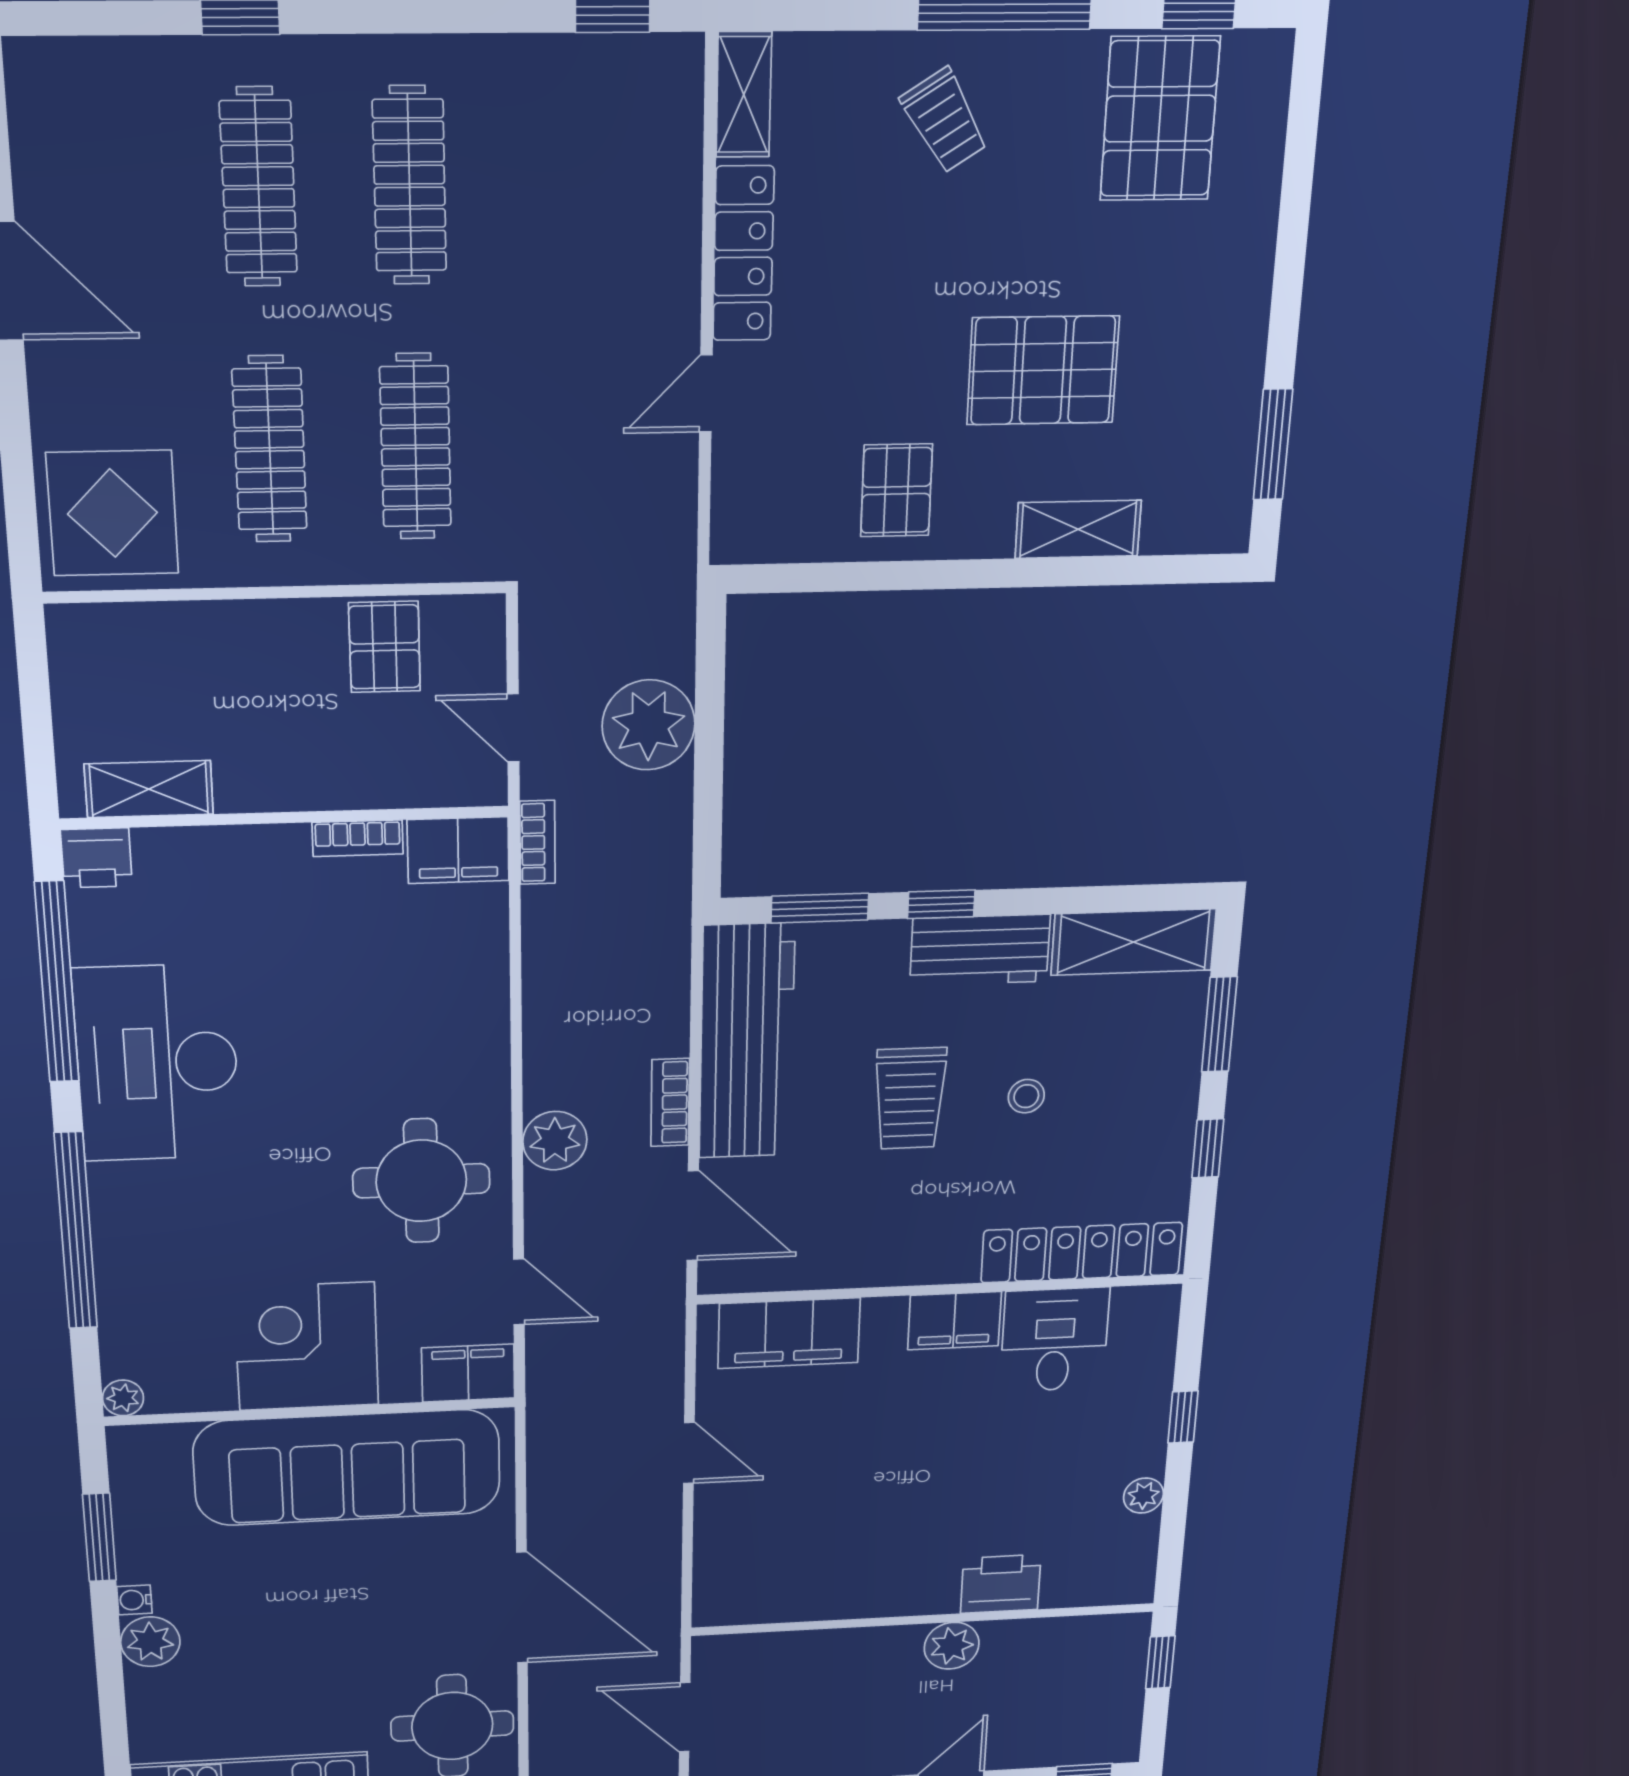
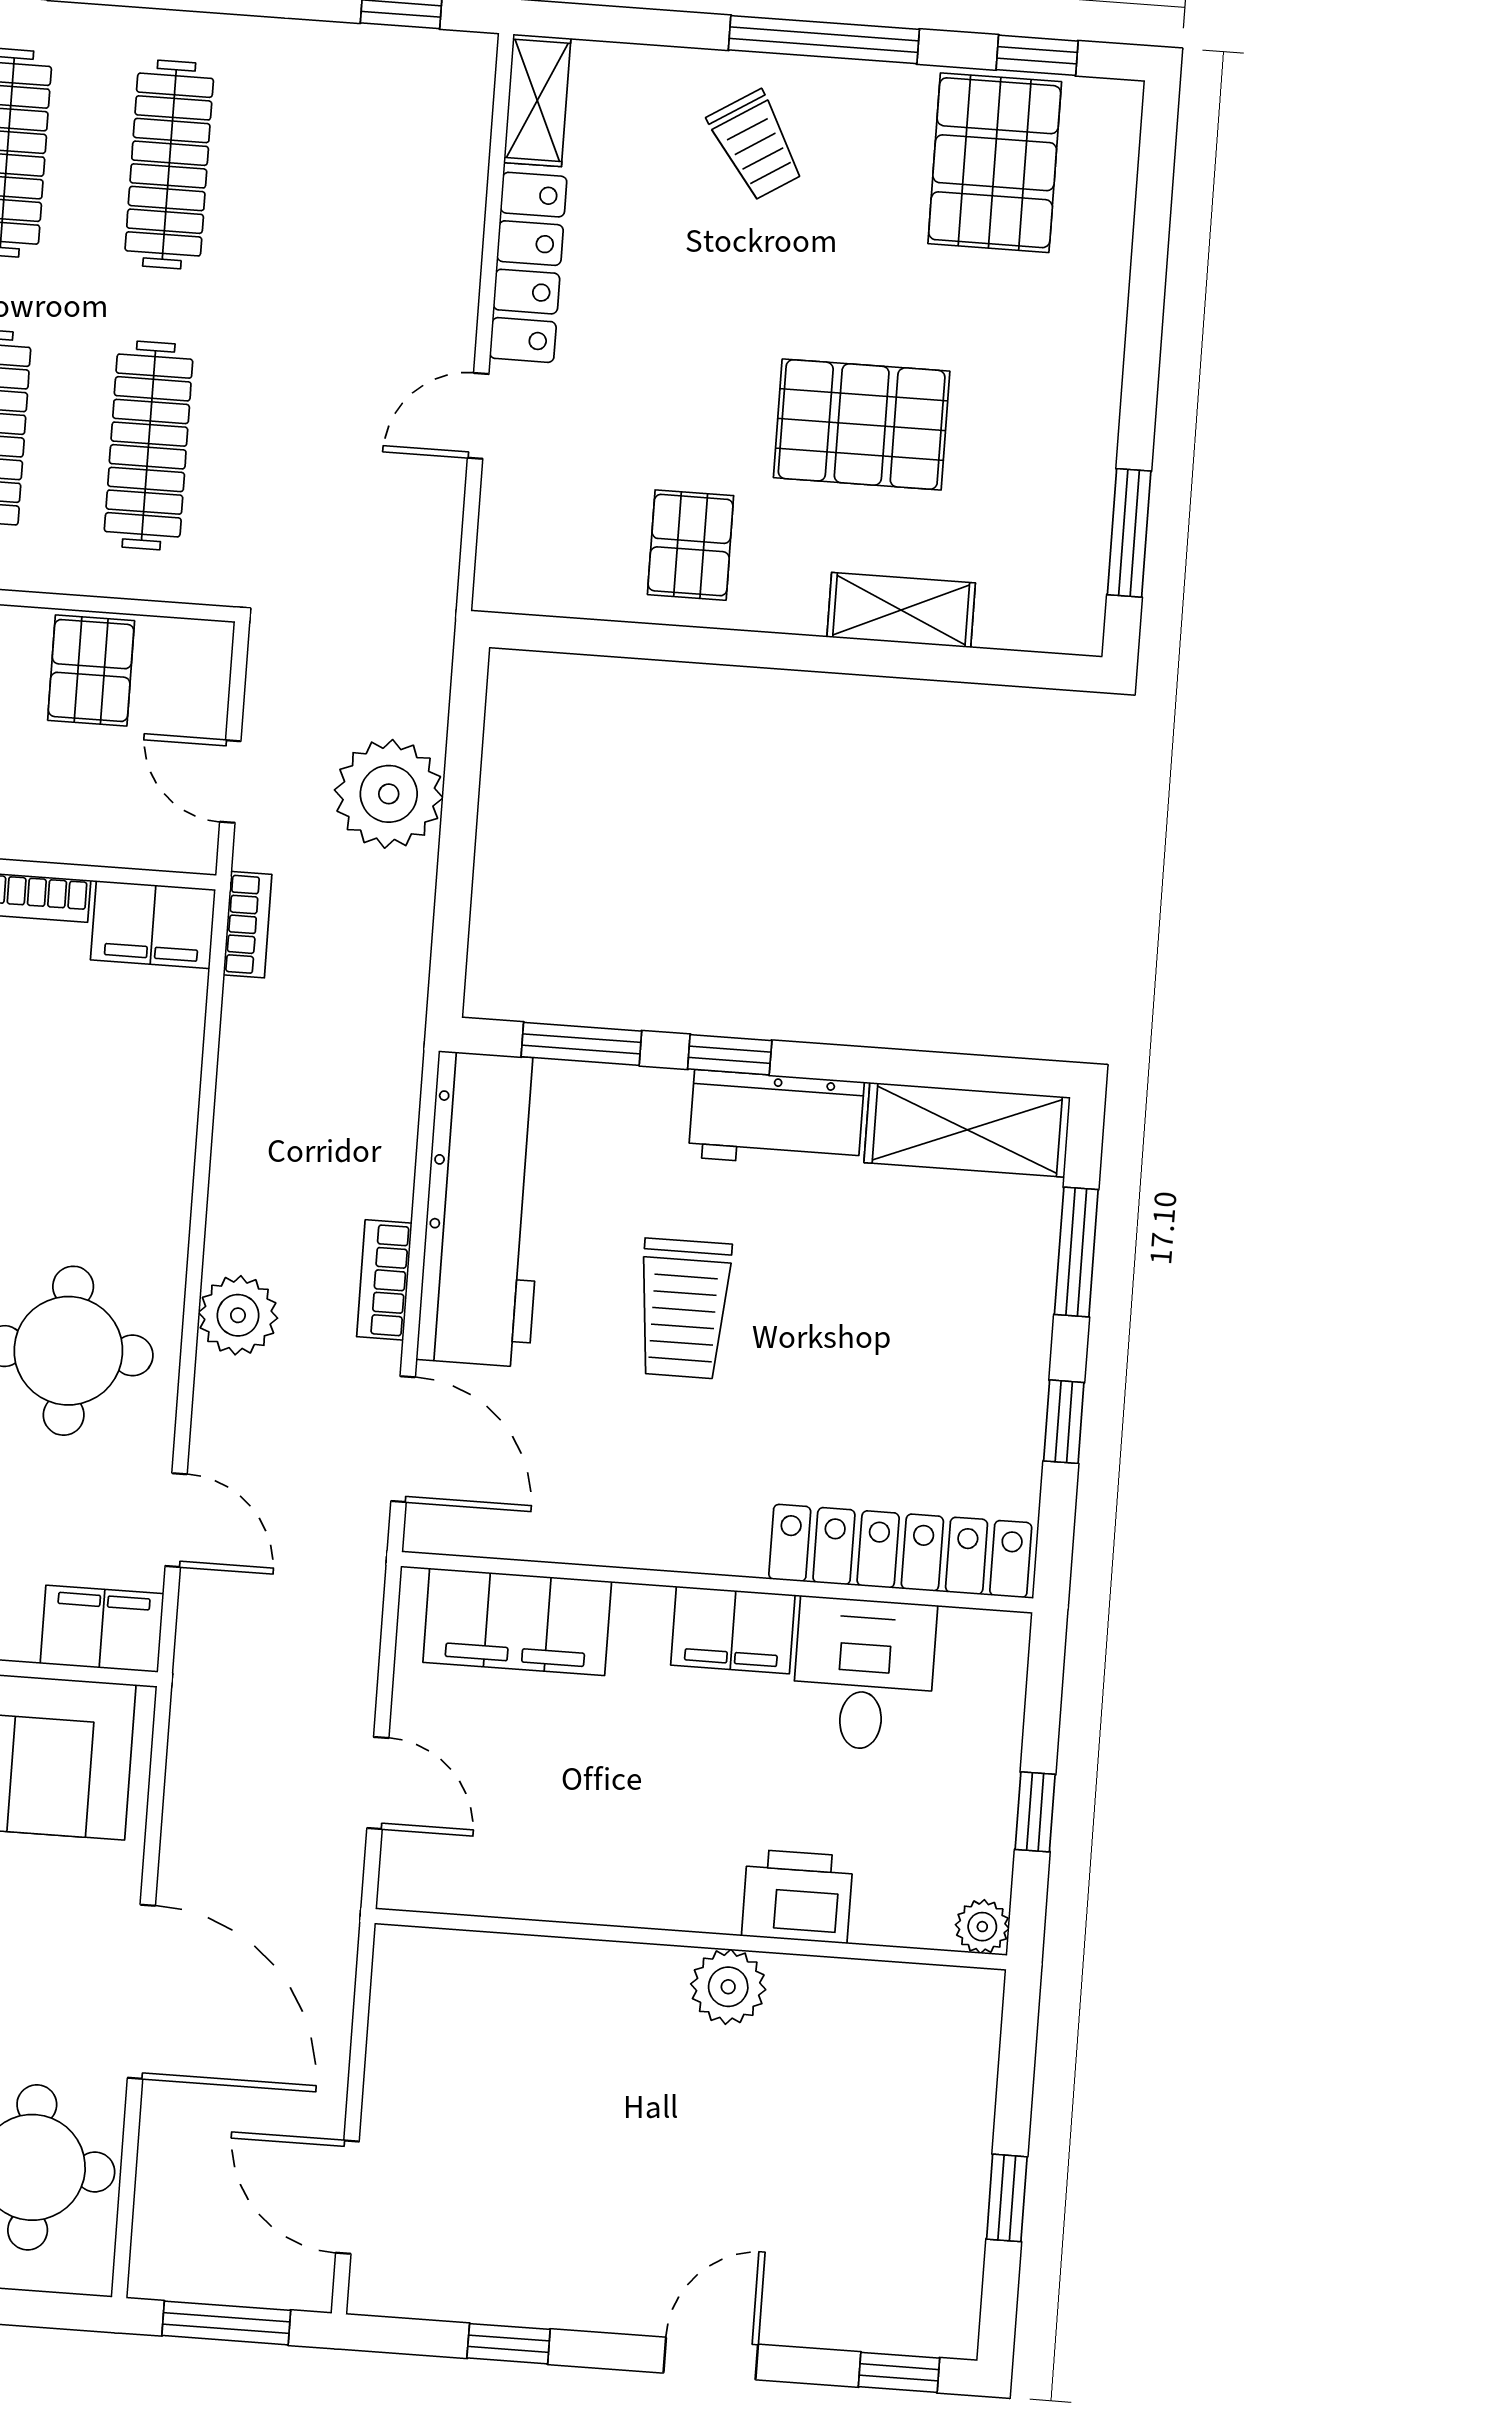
stool: (1026, 1096) -> (831, 1322), removed
printer: (1001, 1584) -> (797, 1896), moved
wall: (924, 1620) -> (691, 1939), moved
plant: (952, 1646) -> (728, 1987), moved

